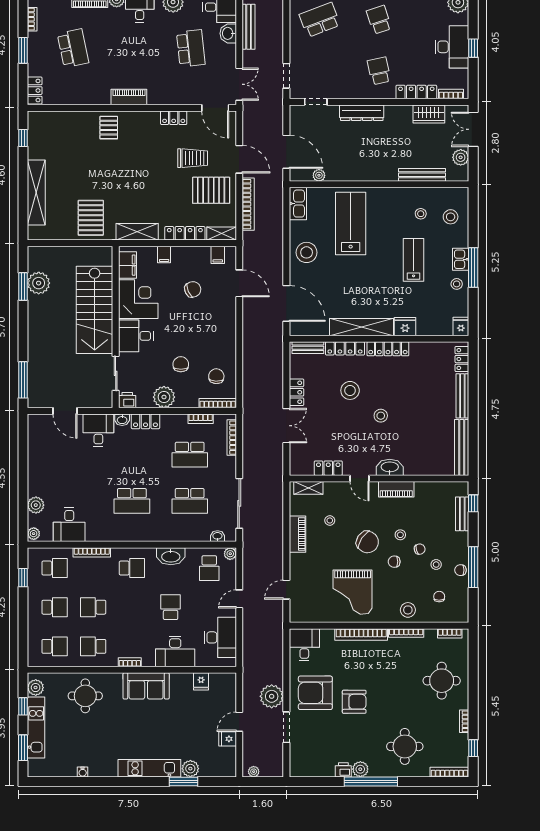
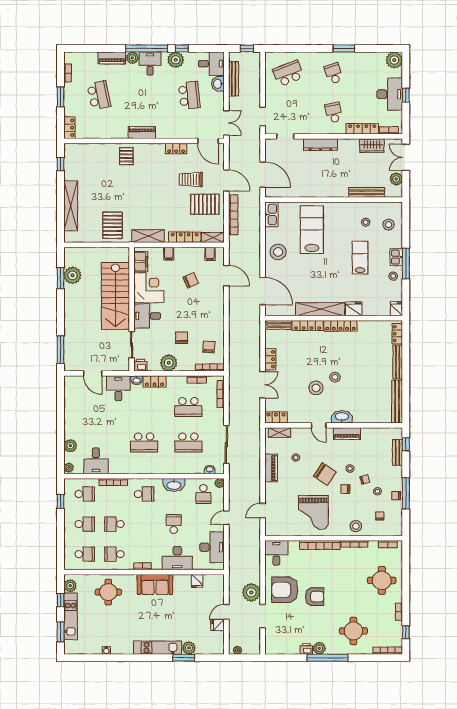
trolley: (193, 158) -> (191, 180), turned 180
plant: (319, 175) -> (288, 193), removed
stool: (350, 390) -> (316, 388), moved
locker: (328, 468) -> (276, 417), moved

